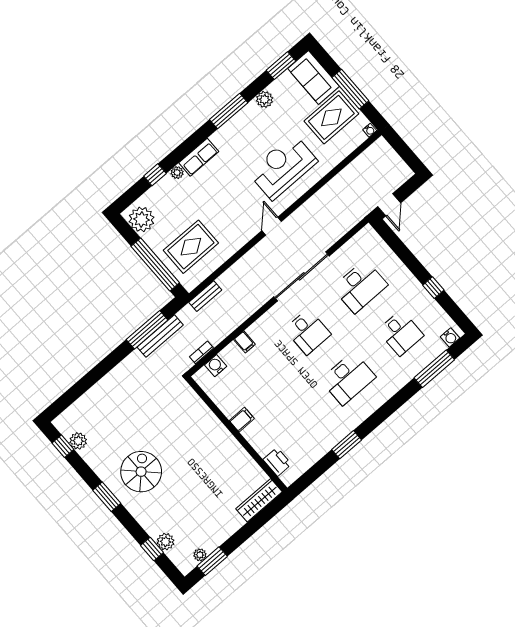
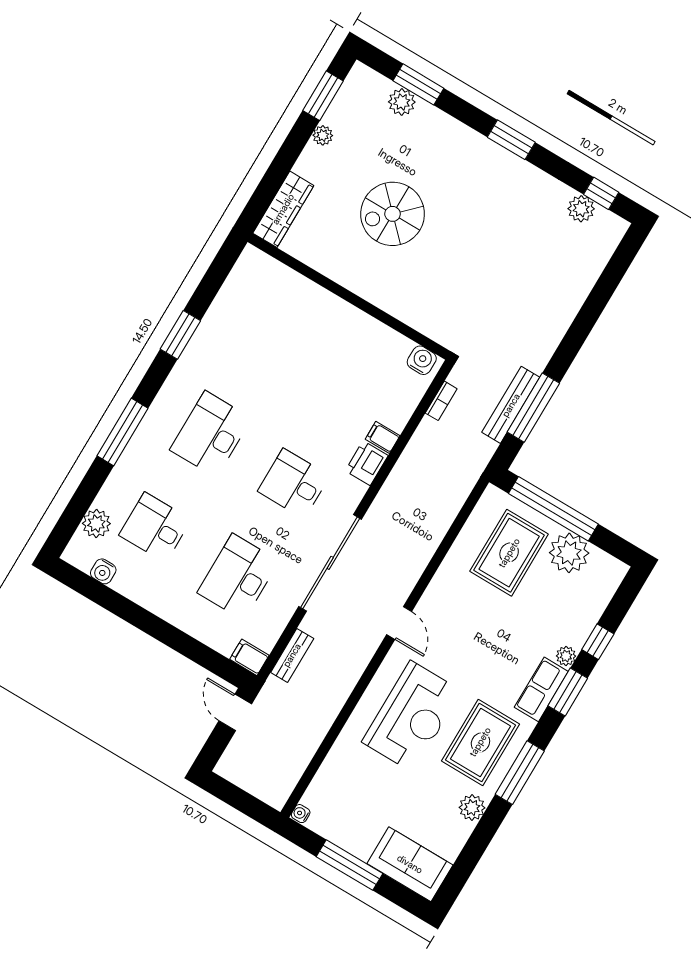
window: (281, 66) -> (568, 692), moved
rug: (331, 117) -> (480, 742), moved
plant: (142, 219) -> (569, 553), moved
window: (433, 288) -> (129, 611), removed
bench: (205, 296) -> (292, 655), moved
water cooler: (450, 337) -> (103, 571), moved, turned -90
plant: (435, 347) -> (96, 523), added
water cooler: (216, 366) -> (422, 360), moved, turned -90
window: (434, 369) -> (123, 432), moved
filing cabinet: (242, 420) -> (249, 657), moved, turned 90
printer: (277, 462) -> (367, 463), moved, turned 90
spiral stairs: (141, 472) -> (393, 214), moved, turned 90
window: (152, 549) -> (418, 84), width x1.50
plant: (200, 555) -> (323, 135), moved

